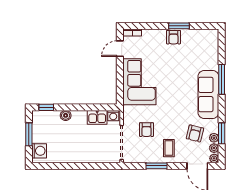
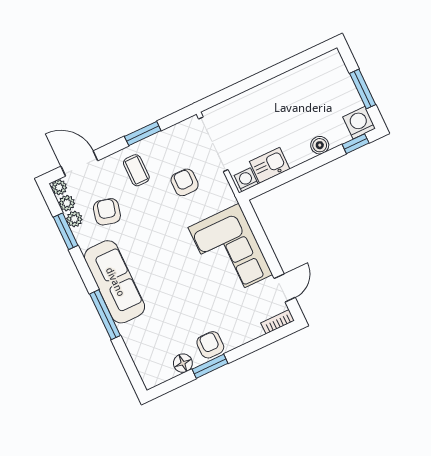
floor lamp: (193, 34) -> (183, 363), added
washing machine: (39, 151) -> (359, 123), moved, turned 90

